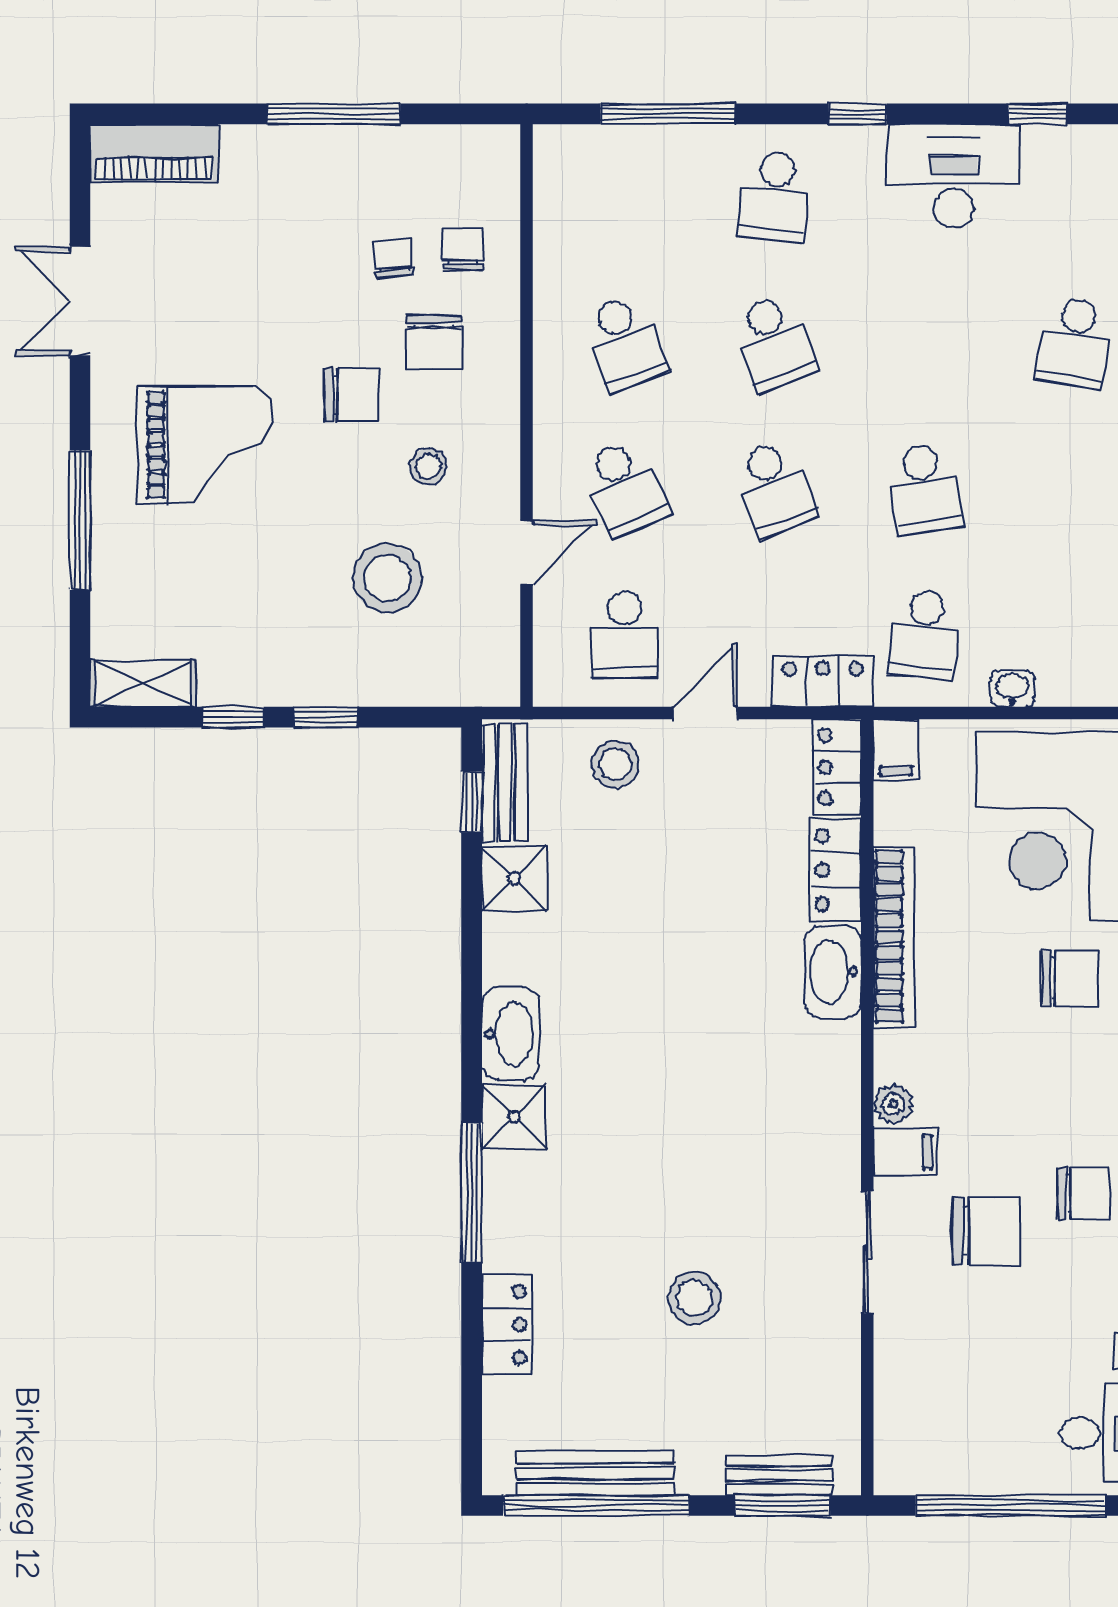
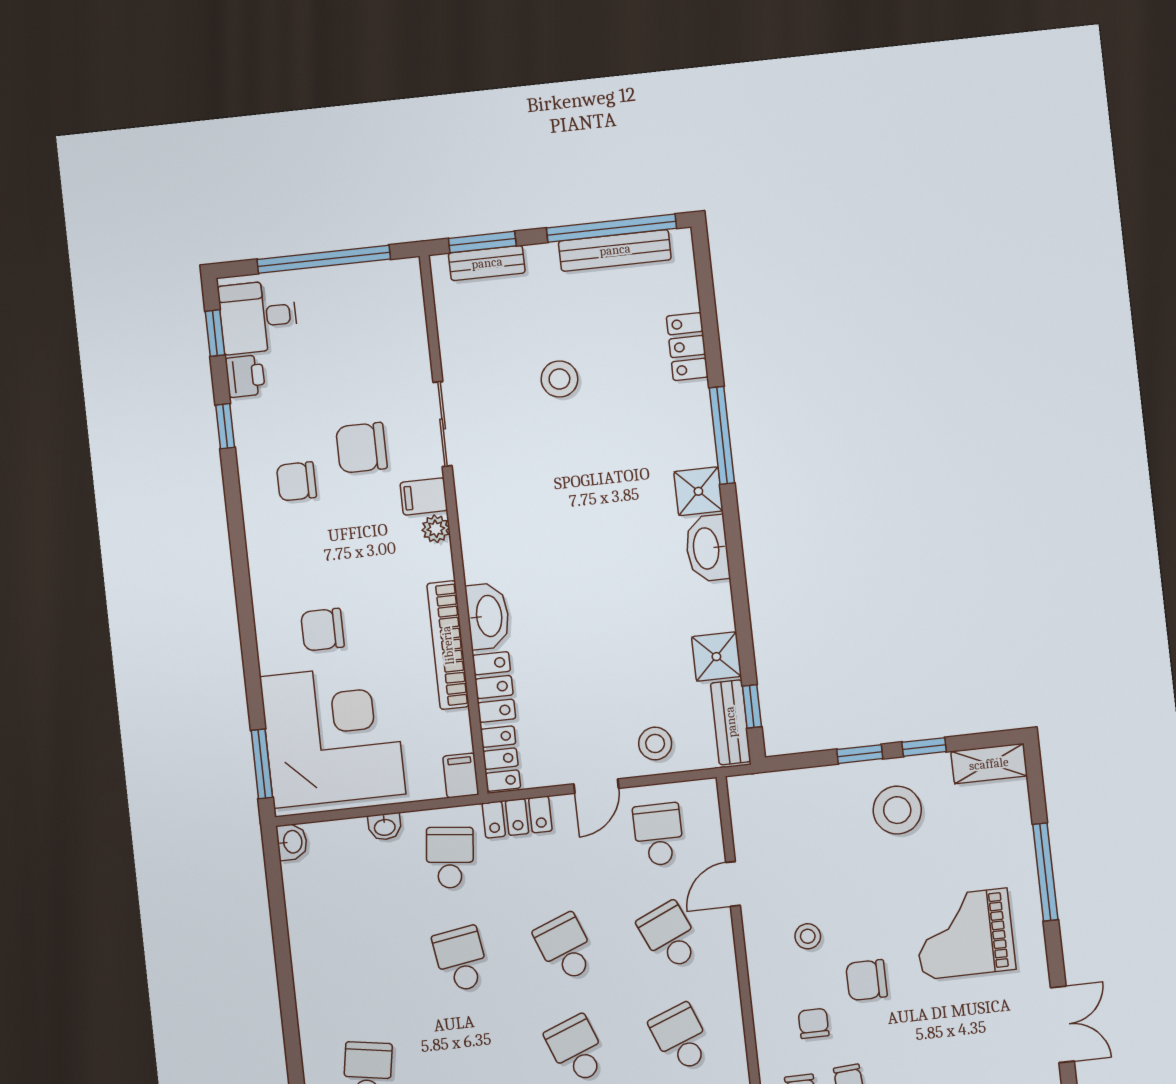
chair: (434, 342) -> (814, 1023), width x0.73, depth x0.73
stool: (387, 578) -> (897, 810), moved

